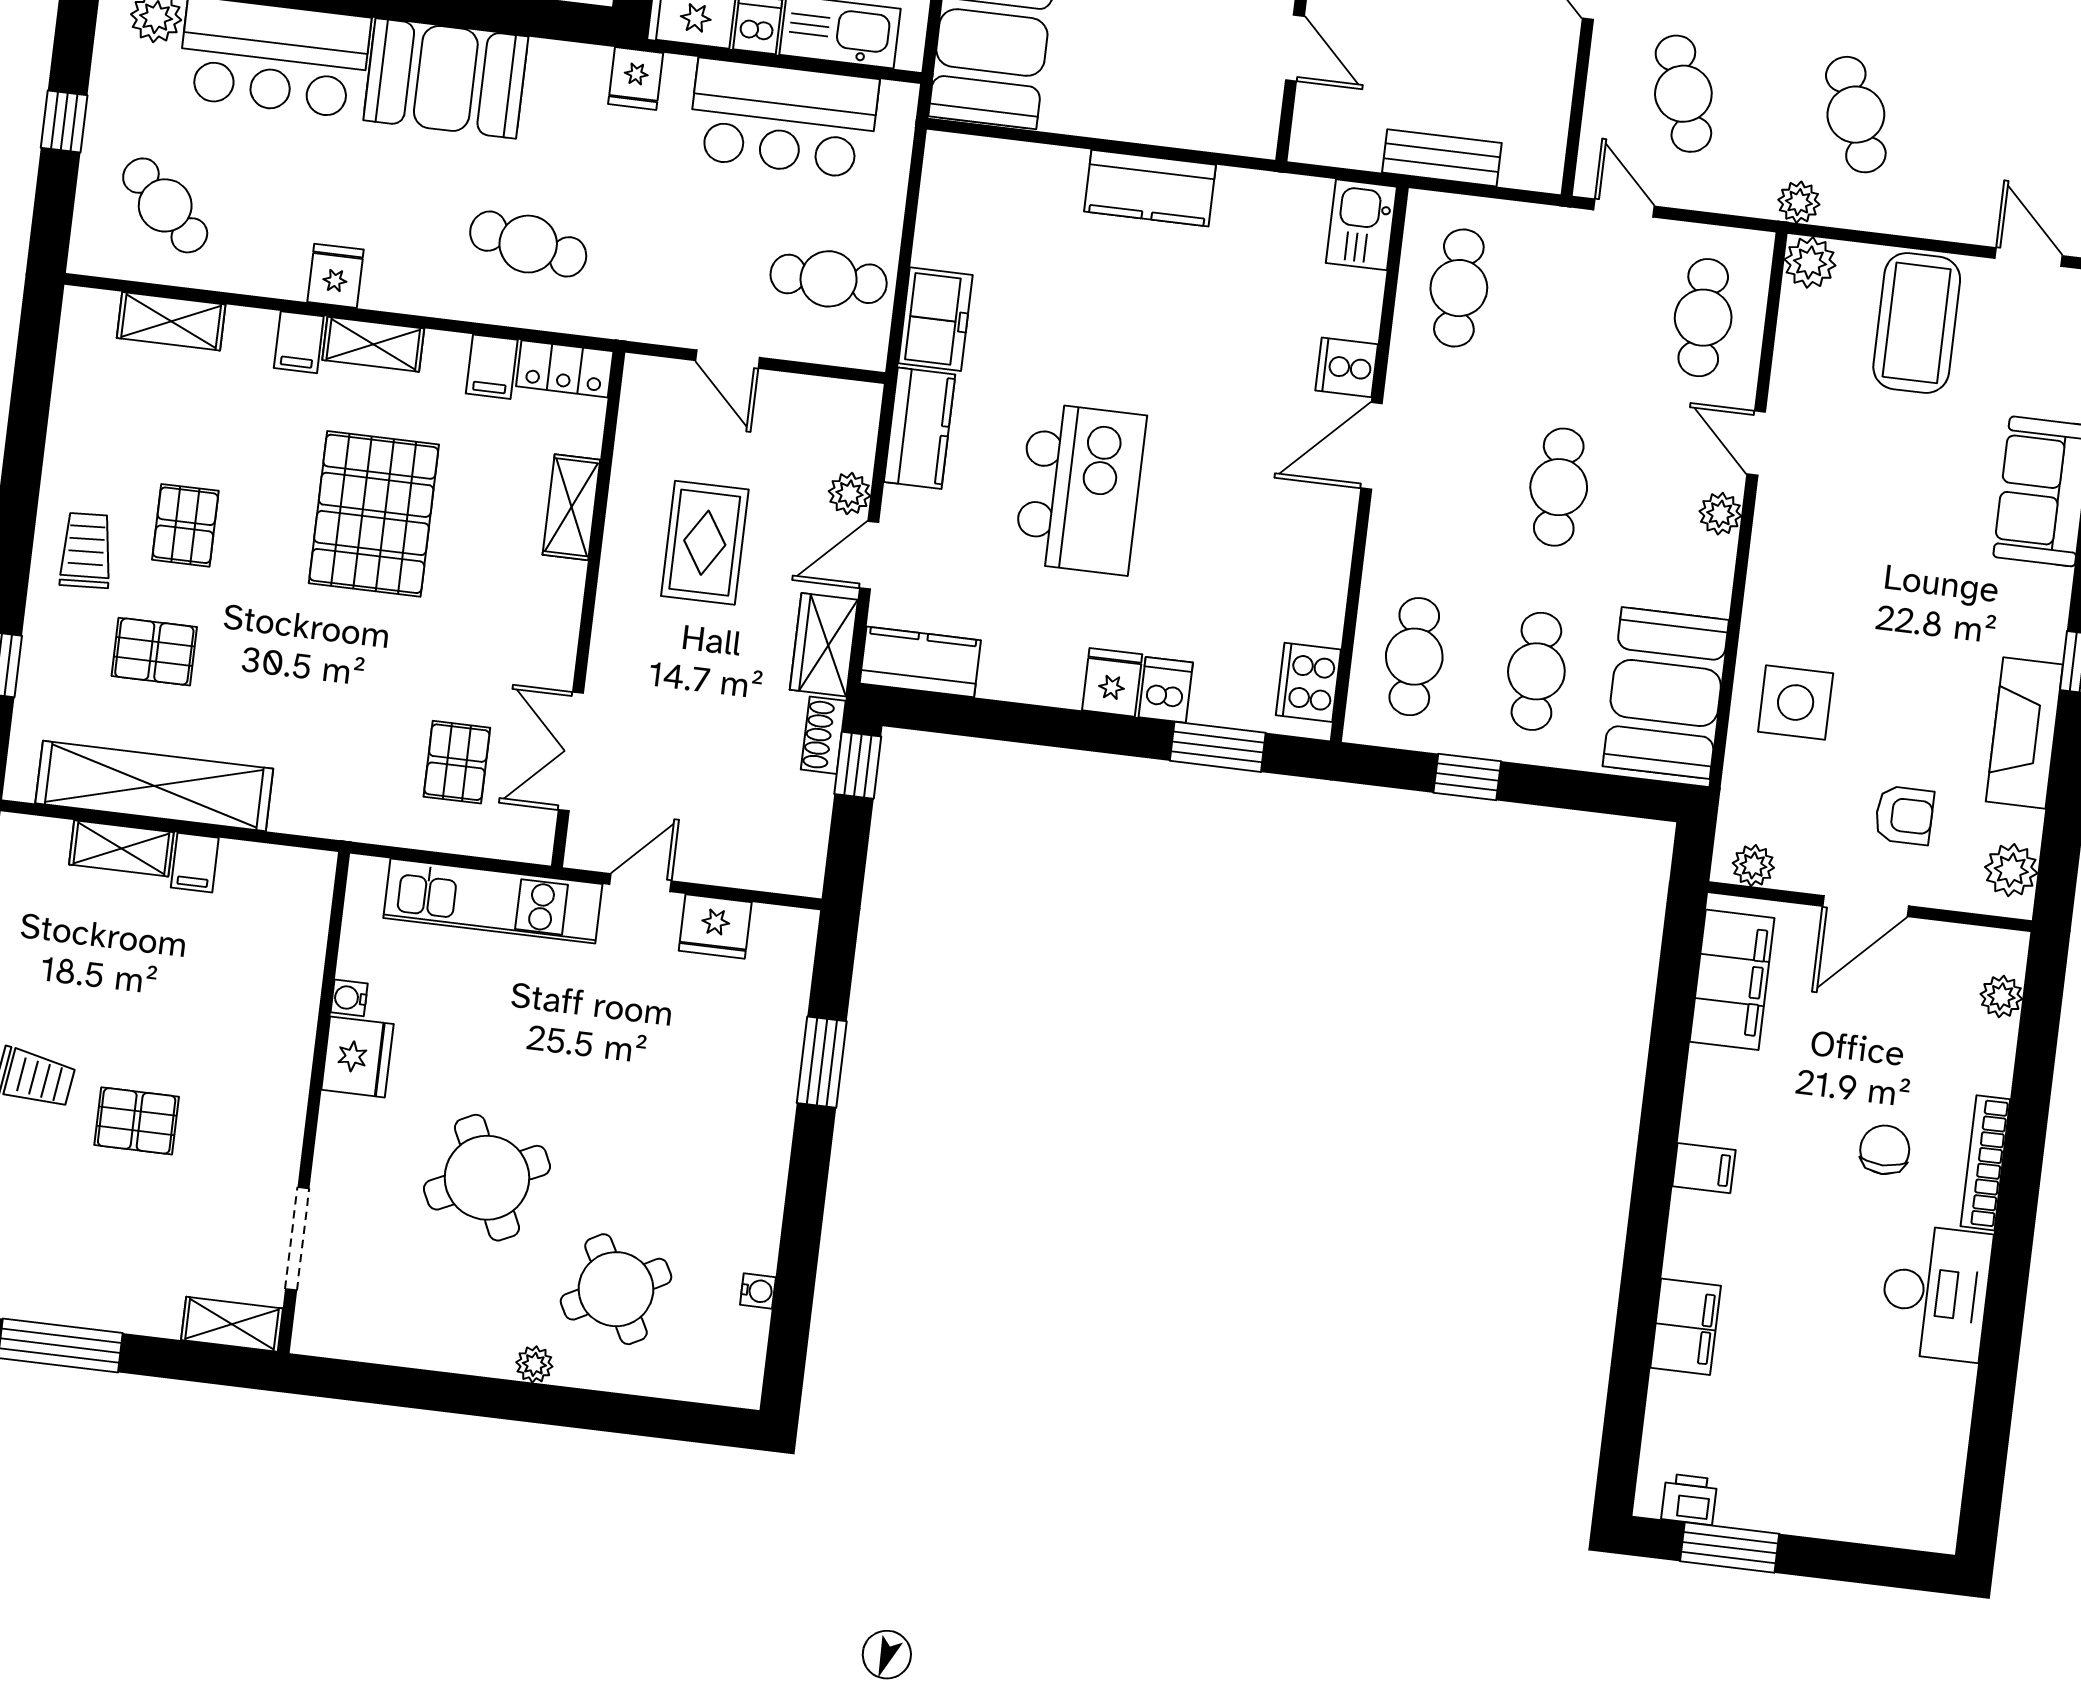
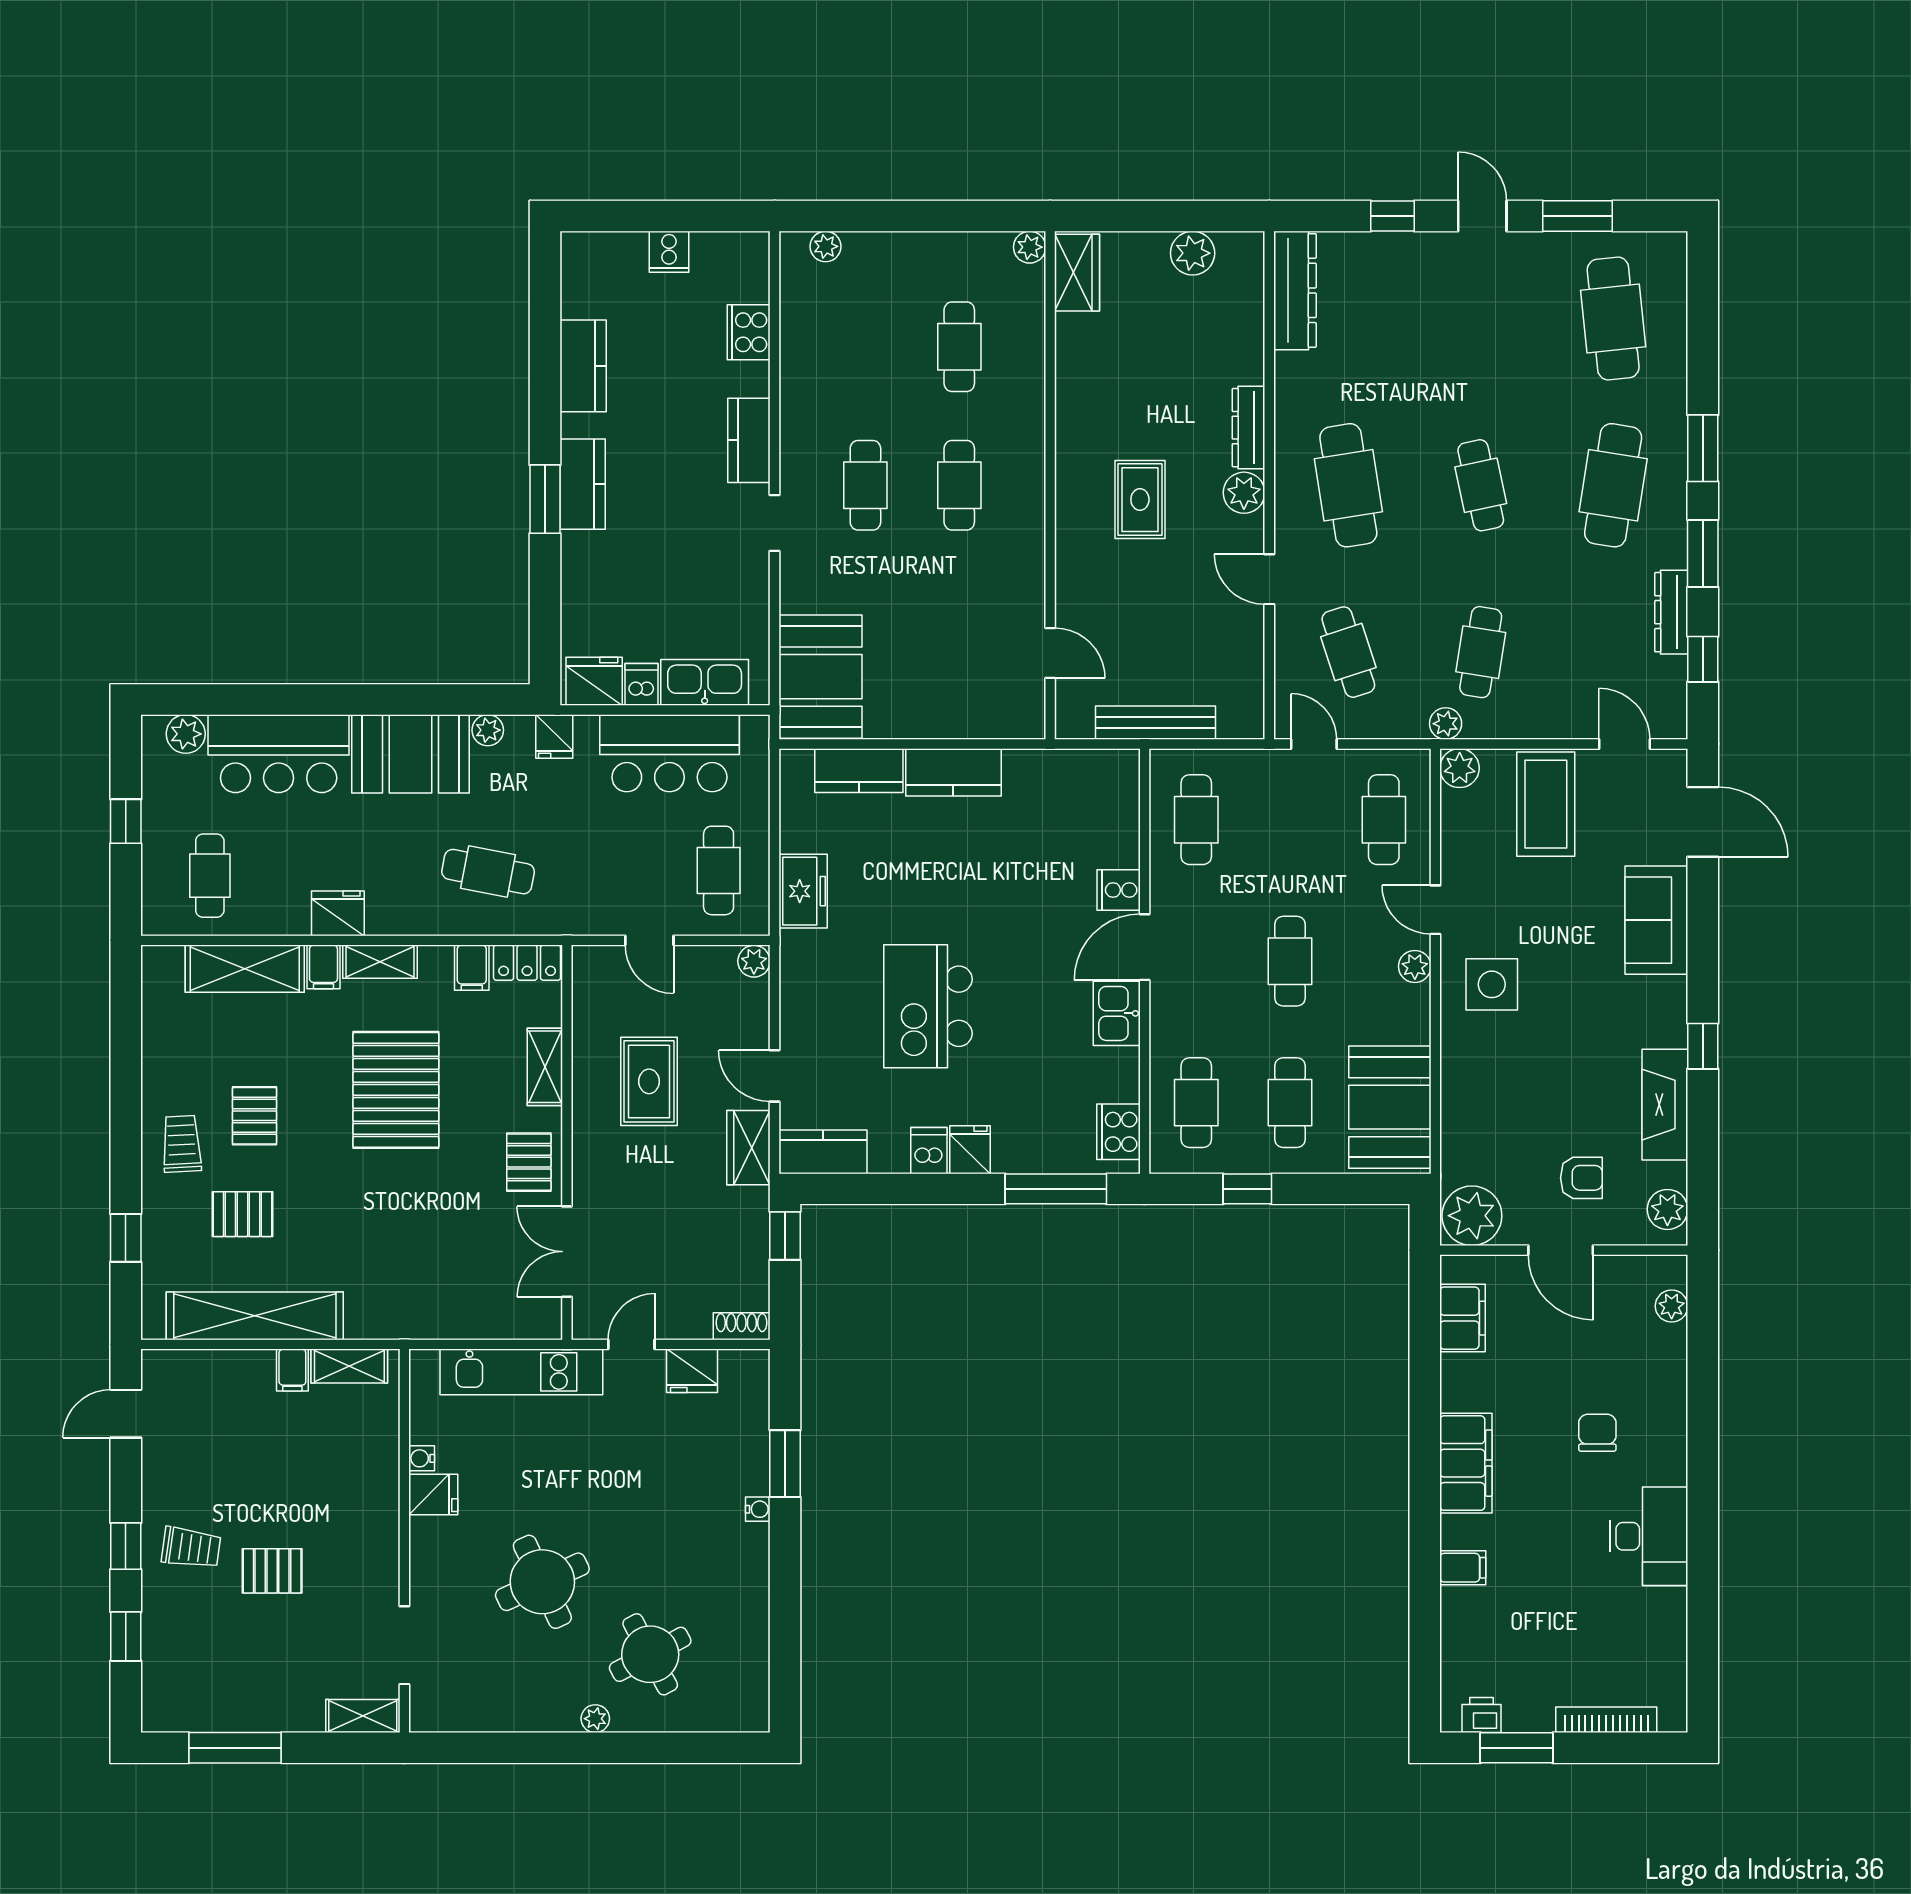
plant: (550, 60) -> (488, 730), added
cafe table: (1856, 115) -> (1481, 652), turned 30
bench: (1442, 158) -> (1155, 723), width x1.36
cafe table: (165, 205) -> (210, 876), turned 46
kitchen sink: (1361, 225) -> (1117, 1013), moved
fridge: (335, 276) -> (338, 913), width x1.38
cafe table: (829, 279) -> (719, 870), turned 90
shelving: (171, 321) -> (245, 969), width x1.50, depth x1.33
kitchen counter: (920, 428) -> (859, 771), moved, turned 90
kitchen island: (1080, 489) -> (928, 1006), turned 180
plant: (849, 494) -> (754, 961), moved
door: (869, 555) -> (775, 1076), hinge flipped
dishwasher: (1166, 690) -> (929, 1151), moved
side table: (1796, 703) -> (1492, 984), moved
shoe rack: (823, 735) -> (741, 1326), moved, turned 90
window: (1218, 747) -> (1056, 1189), width x1.44
pallet: (457, 762) -> (529, 1162), moved
shelving: (121, 848) -> (349, 1366), moved
plant: (1753, 865) -> (1472, 1216), width x1.87, depth x1.87
door: (1866, 906) -> (1561, 1250), hinge flipped
filing cabinet: (1732, 980) -> (1463, 1318), width x0.67, depth x0.86
fridge: (357, 1057) -> (433, 1494), width x0.72
bookcase: (1985, 1163) -> (1606, 1720), moved, turned 90
filing cabinet: (1704, 1168) -> (1466, 1463), width x3.00, depth x1.17
water cooler: (758, 1291) -> (758, 1509), moved
filing cabinet: (1686, 1327) -> (1463, 1568), width x0.50

